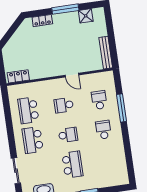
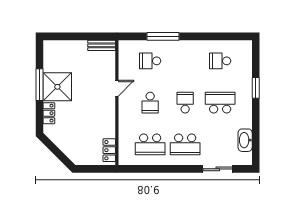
shower: (86, 16) -> (57, 87), moved, width x1.86, depth x1.86
bench: (106, 53) -> (102, 45), width x0.73
school desk: (104, 130) -> (220, 61), moved

